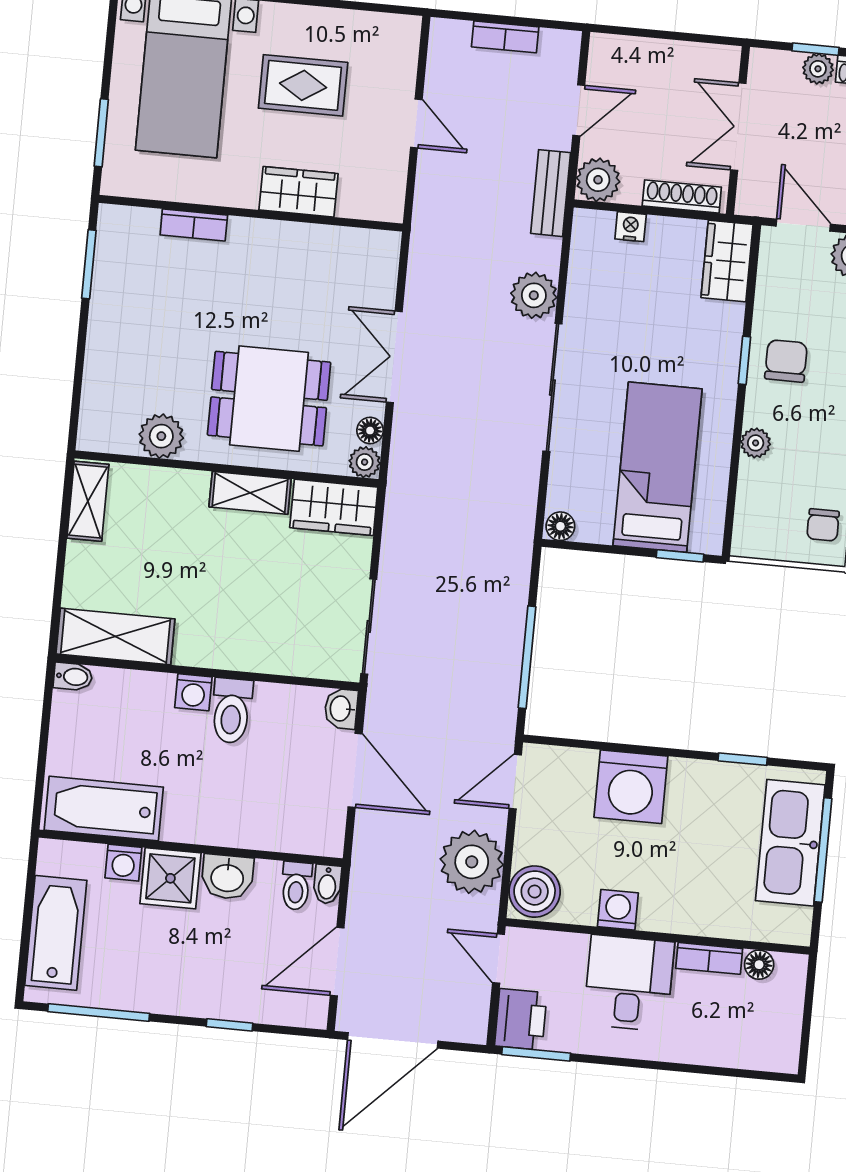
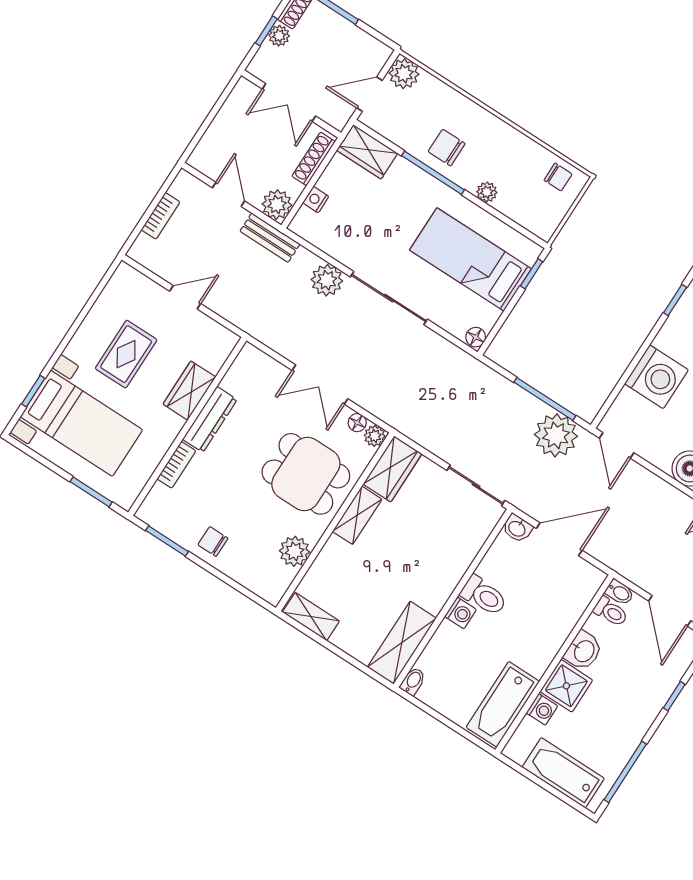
dresser: (275, 238) -> (210, 419), added
chair: (119, 324) -> (213, 541), added
window: (744, 360) -> (433, 173), width x2.17
dining table: (269, 399) -> (306, 474), turned 90
plant: (472, 862) -> (556, 435), moved

